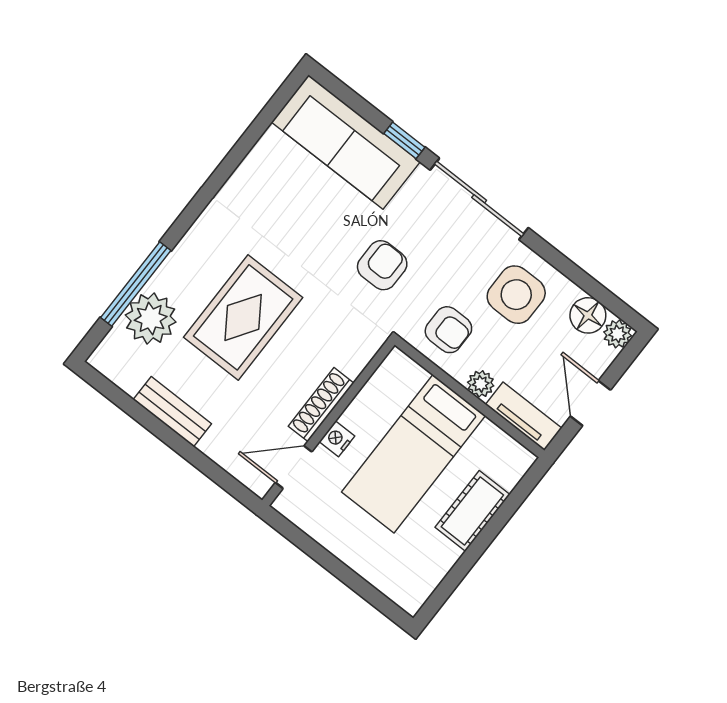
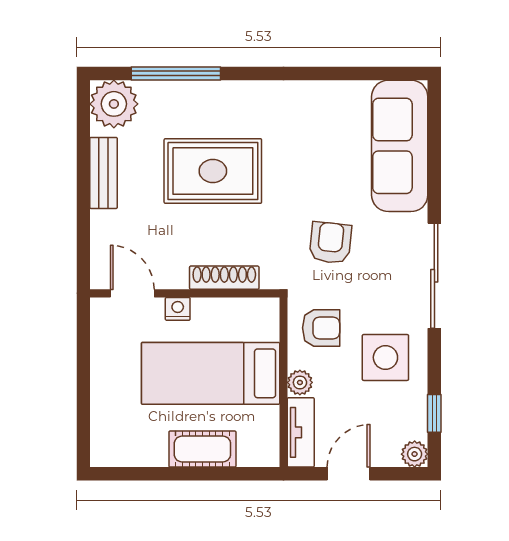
window: (404, 140) -> (434, 413), moved
armchair: (382, 265) -> (330, 243), turned -84
floor lamp: (588, 315) -> (411, 422), removed
plant: (151, 318) -> (114, 104), moved
armchair: (448, 330) -> (321, 328), turned -90
shoe rack: (321, 405) -> (224, 278), moved

